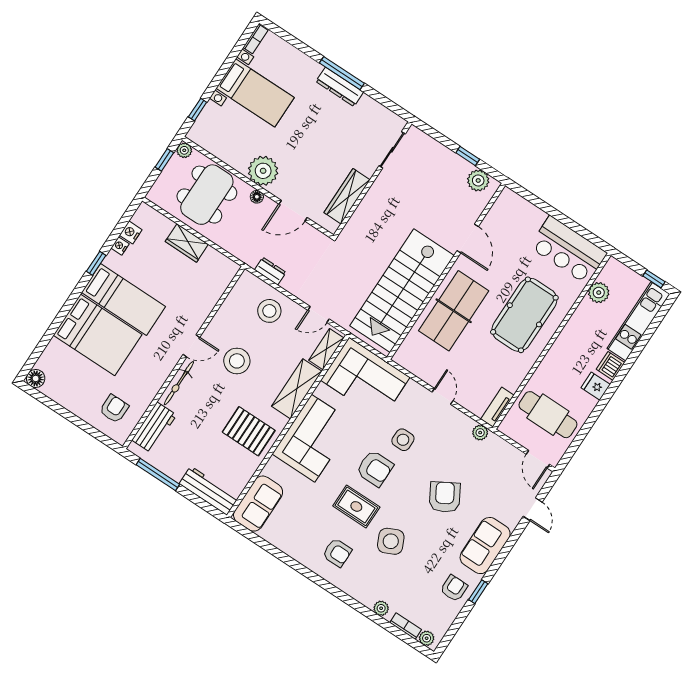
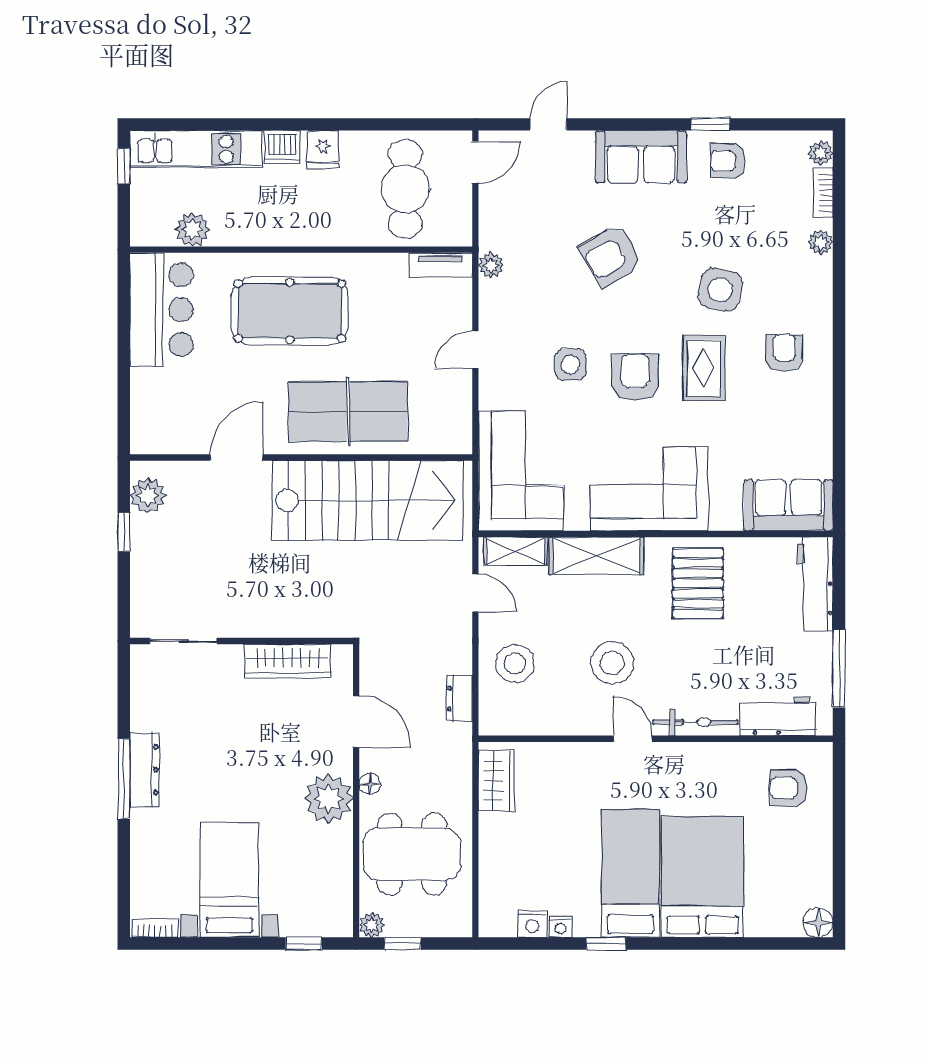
wardrobe: (187, 243) -> (496, 781), moved
side table: (391, 541) -> (720, 290), turned 38

